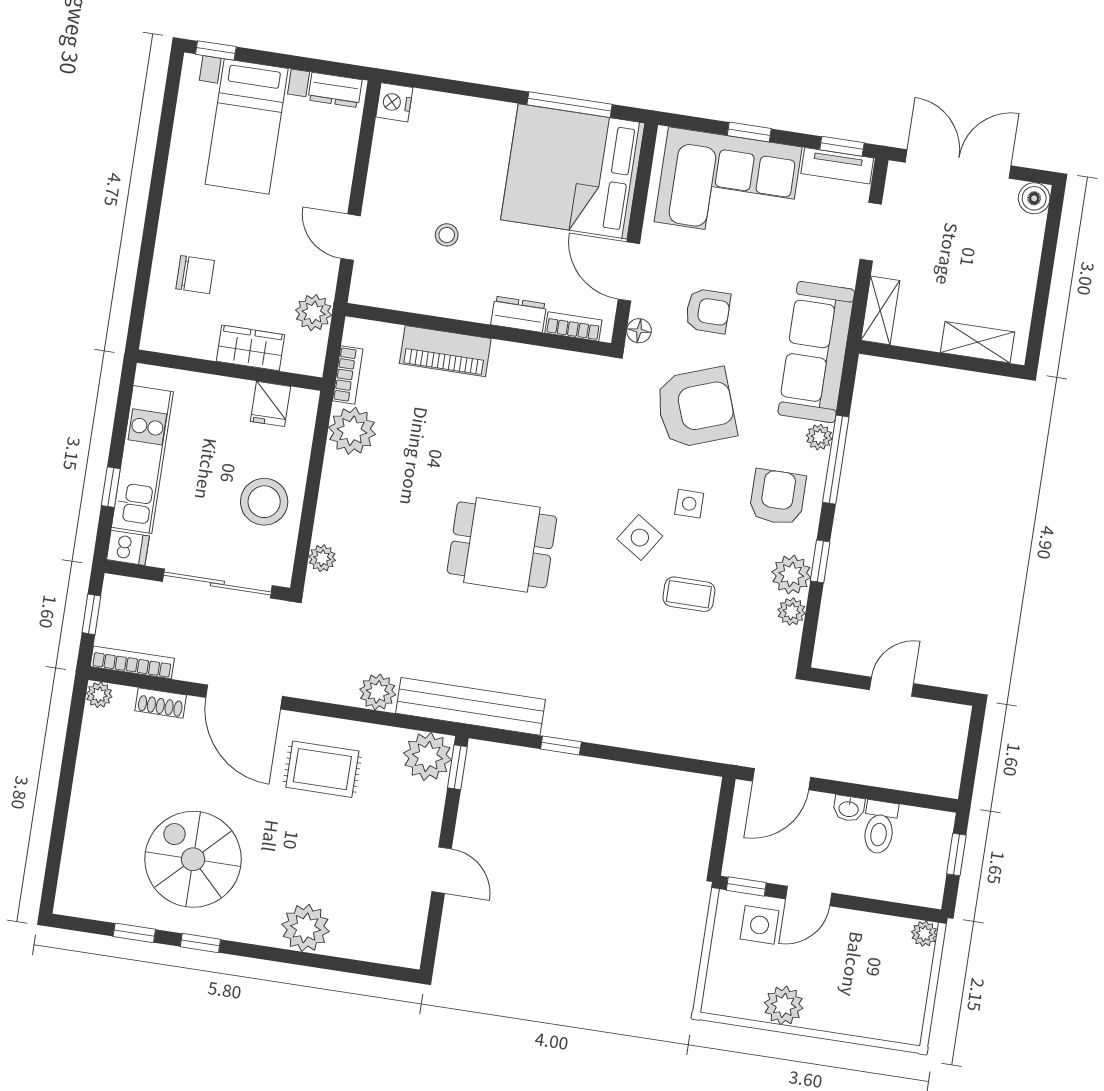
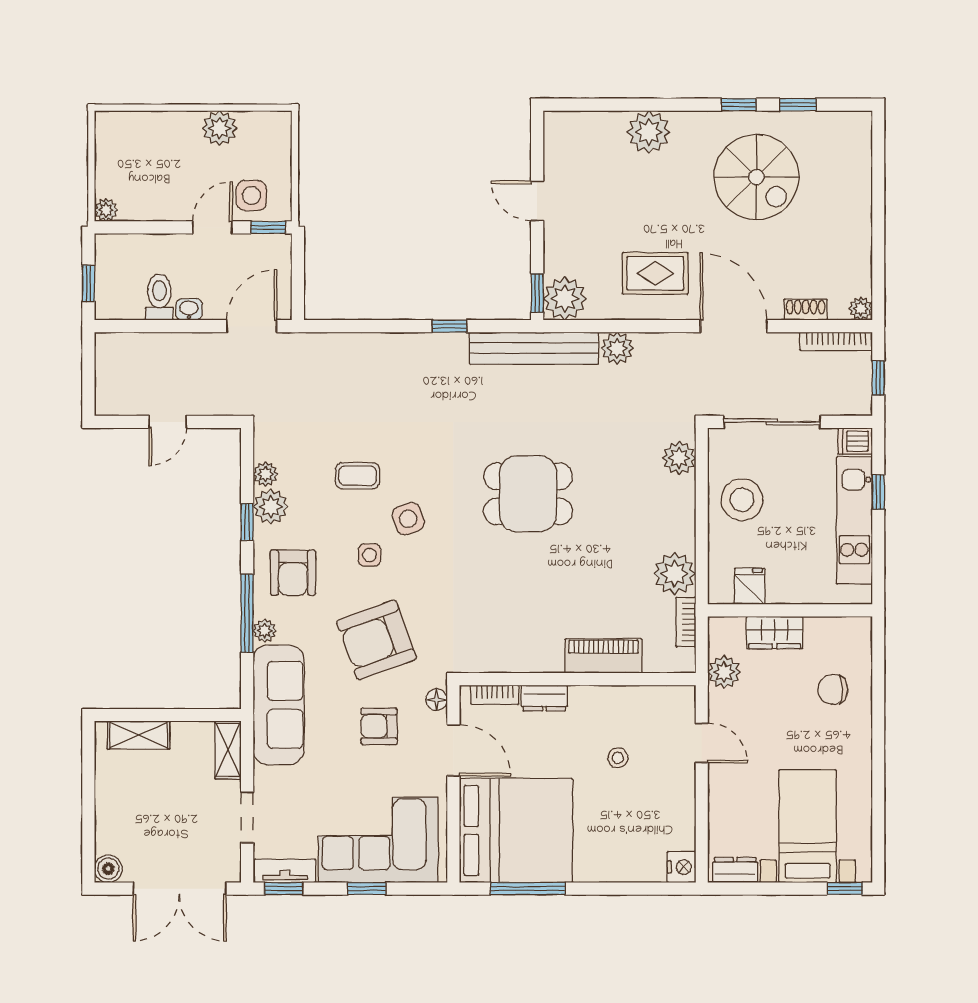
side table: (640, 538) -> (408, 519), turned 38
plant: (322, 558) -> (679, 458), width x1.38, depth x1.38

